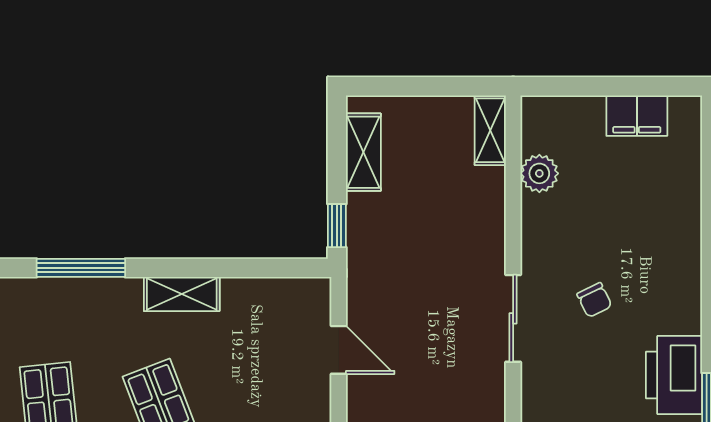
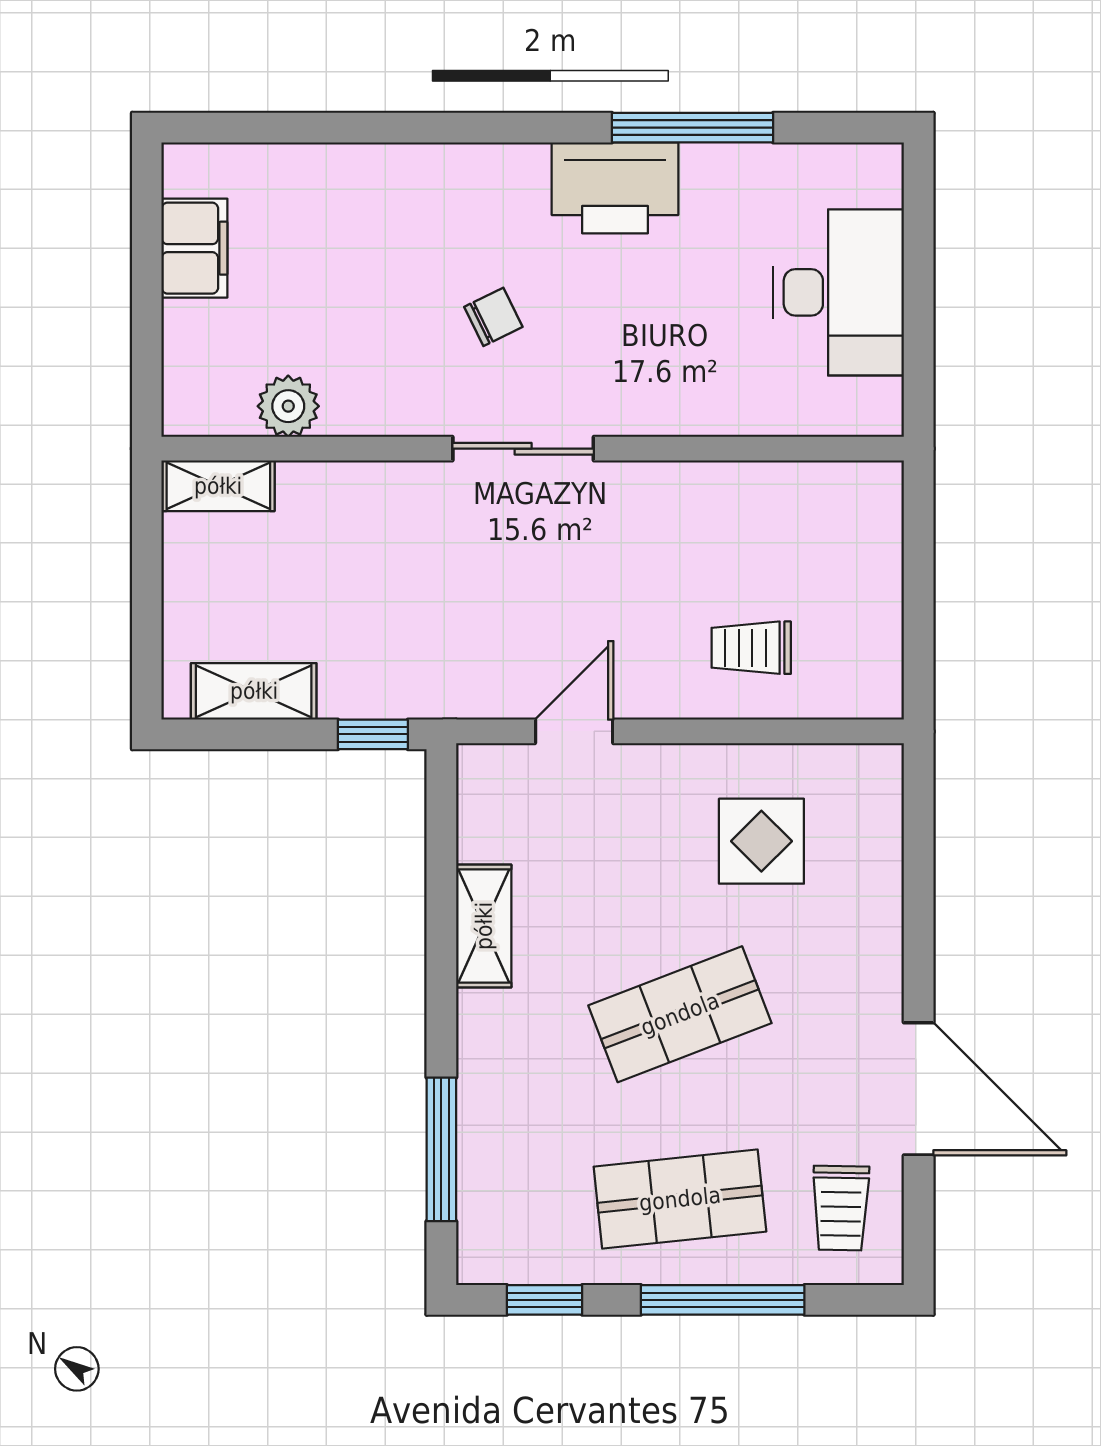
shelving: (182, 294) -> (484, 926), moved

